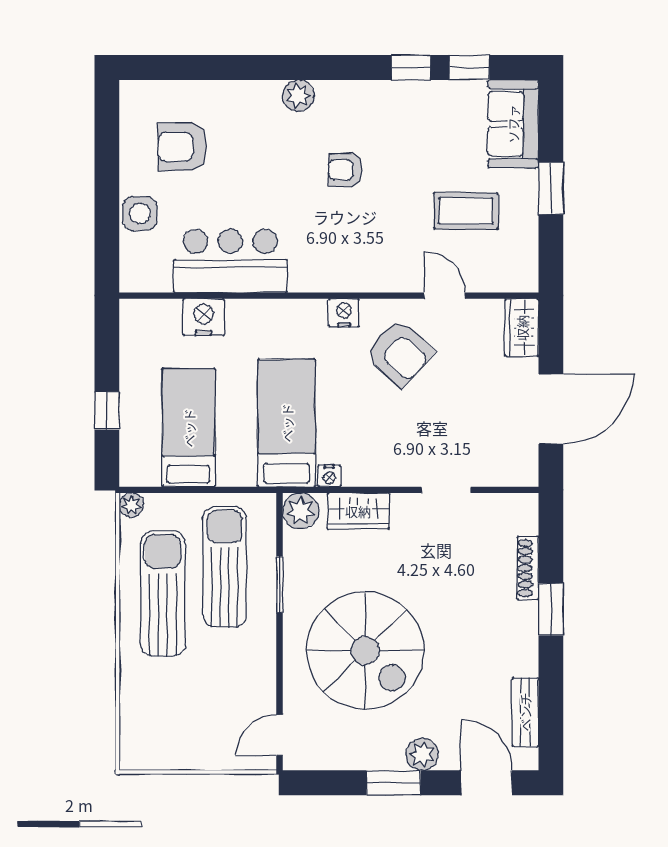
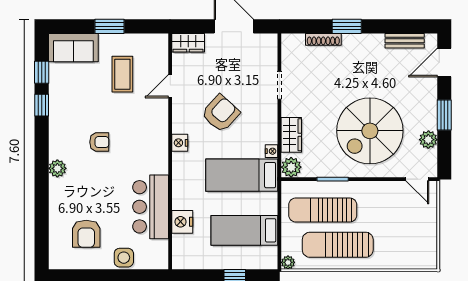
armchair: (345, 170) -> (99, 142), turned -90
armchair: (400, 353) -> (221, 113), moved
spiral stairs: (365, 651) -> (370, 131), turned 180
plant: (422, 754) -> (428, 140), moved

